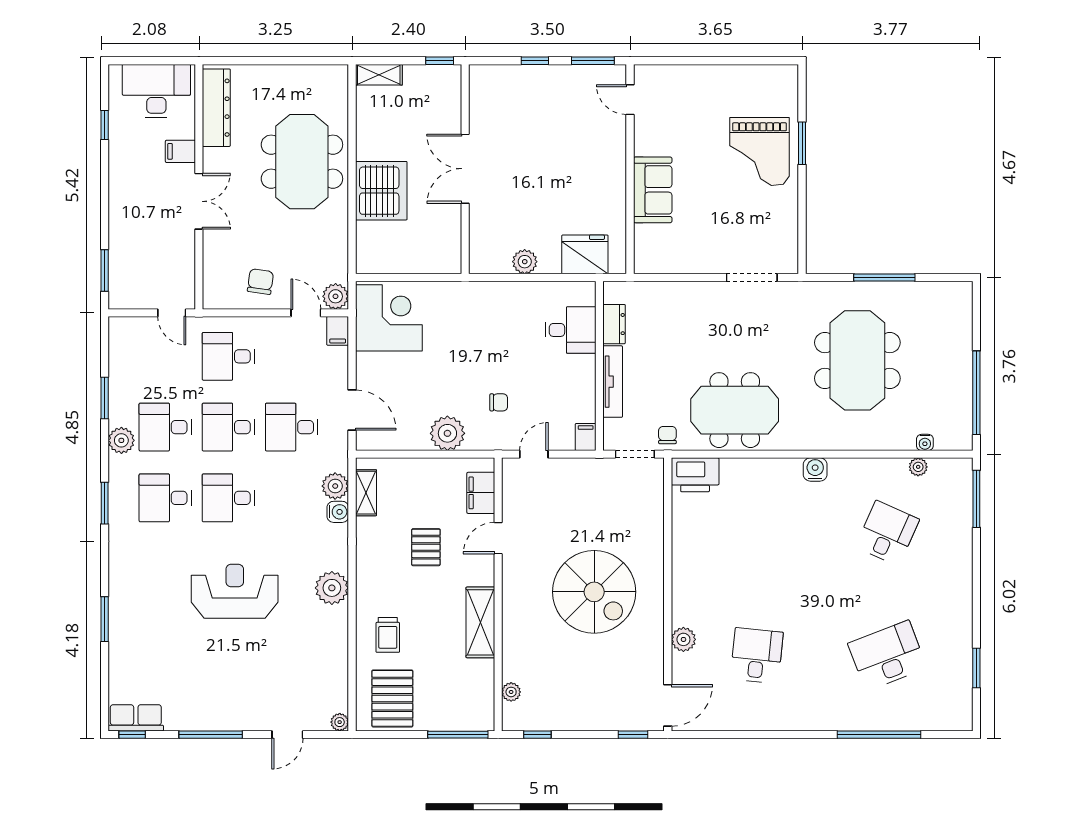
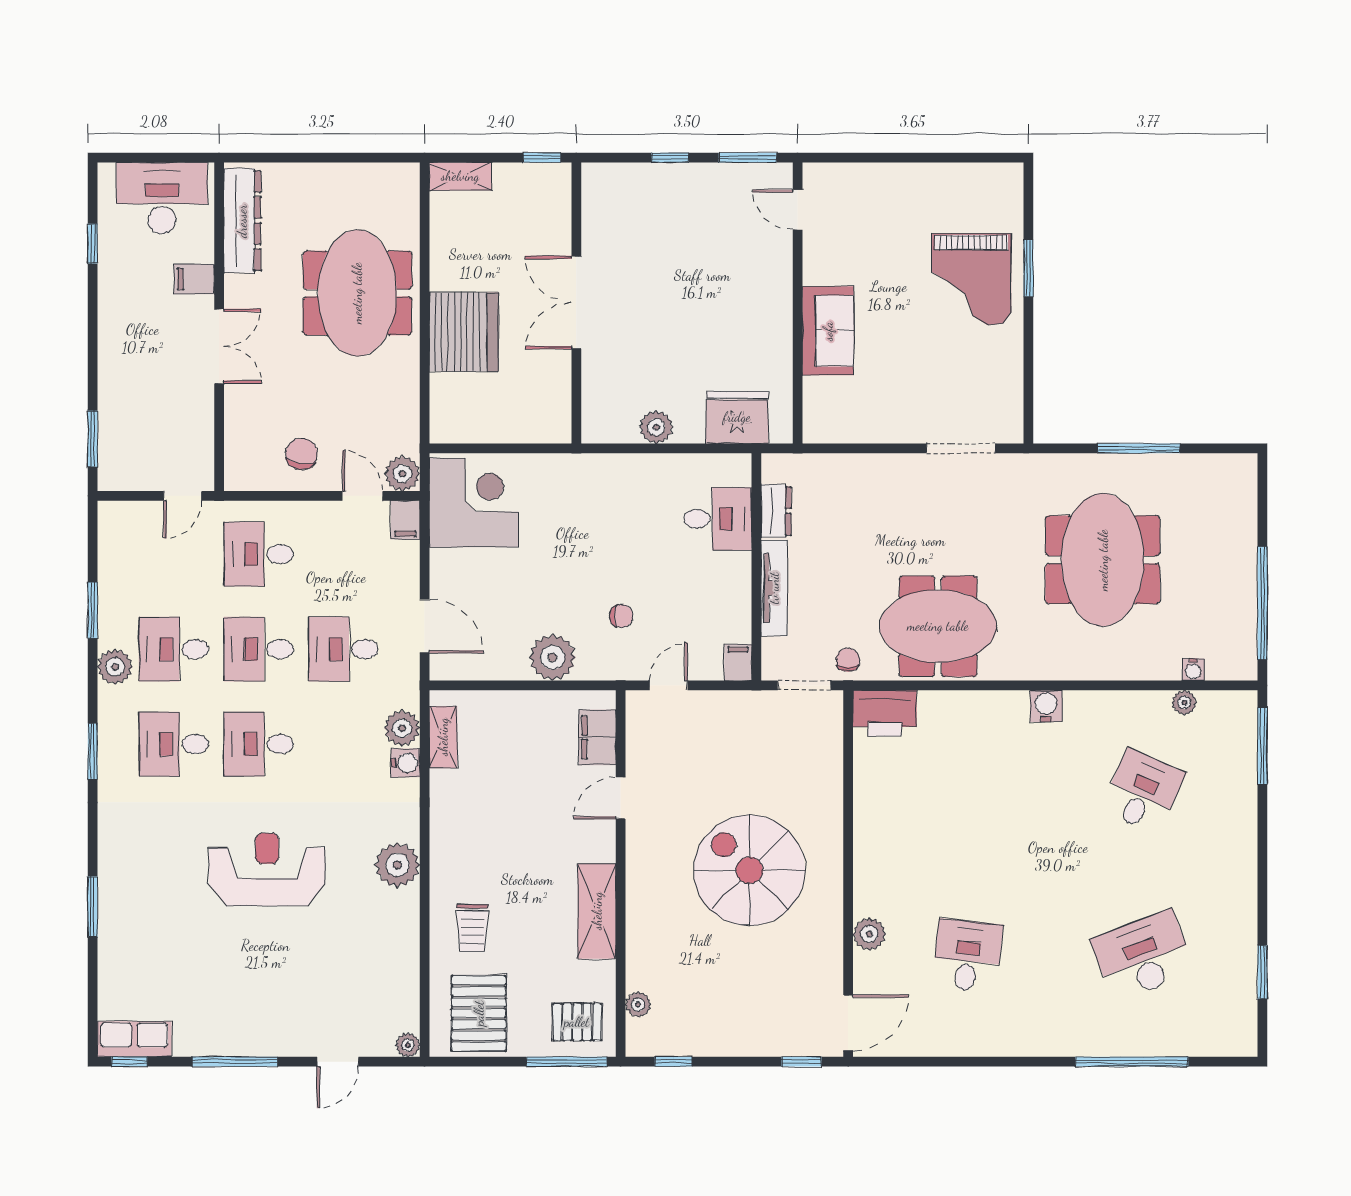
door: (172, 313) -> (183, 496), hinge flipped
pallet: (426, 547) -> (577, 1022), moved, turned 90
spiral stairs: (594, 592) -> (749, 870), turned 180

